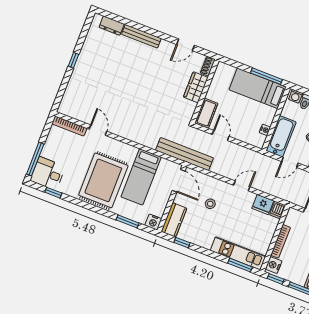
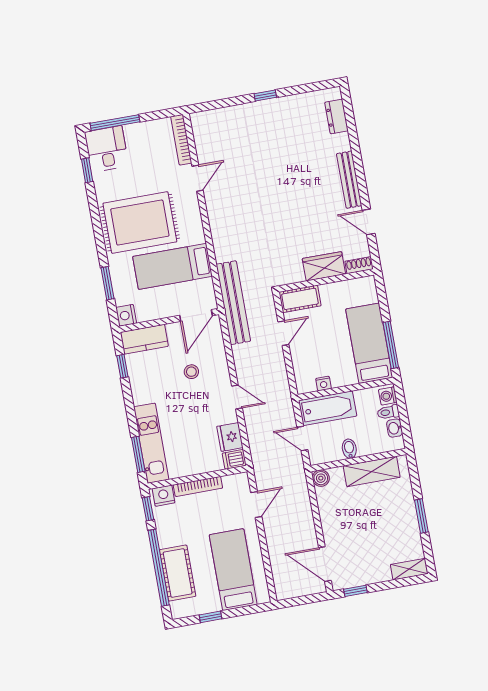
bench: (141, 36) -> (349, 180), moved

